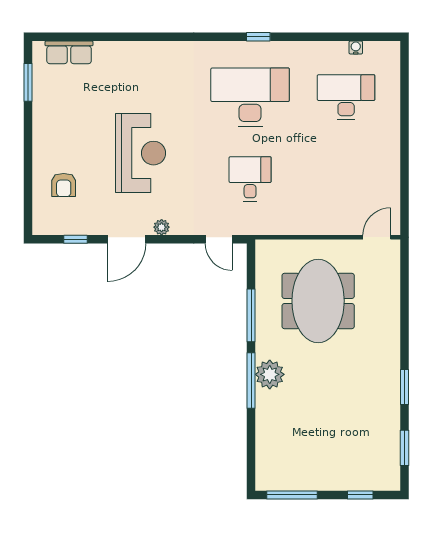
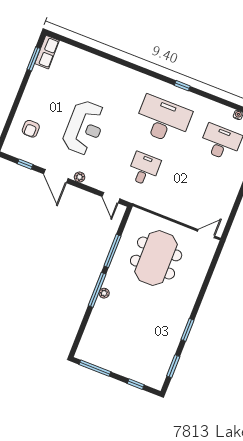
row of seats: (69, 52) -> (47, 52), moved, turned -90
door: (127, 239) -> (56, 176), hinge flipped
plant: (270, 374) -> (104, 293), width x0.53, depth x0.53

